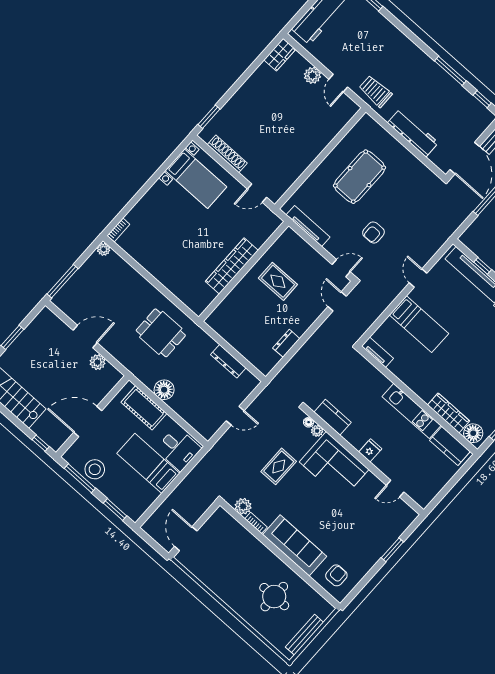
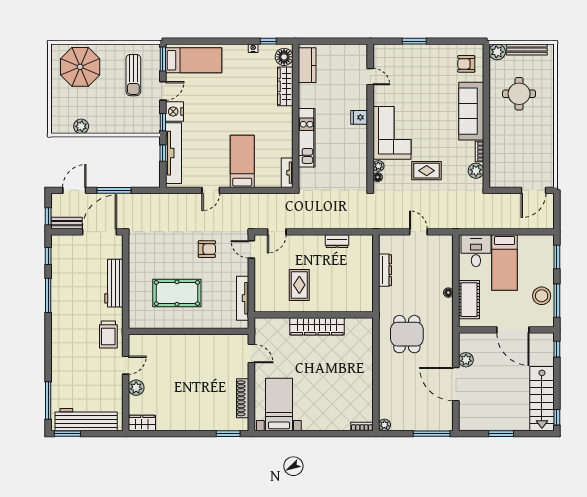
door: (85, 337) -> (456, 384), width x1.36
floor lamp: (164, 390) -> (448, 293), width x0.53, depth x0.53
kitchen unit: (412, 411) -> (307, 138), moved
kitchen counter: (333, 417) -> (359, 164), removed
plant: (324, 609) -> (497, 52), added

